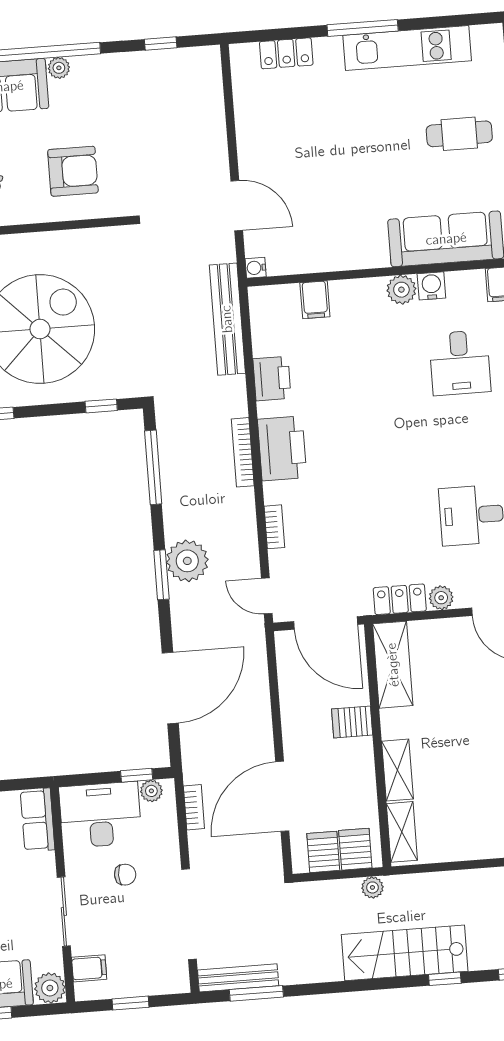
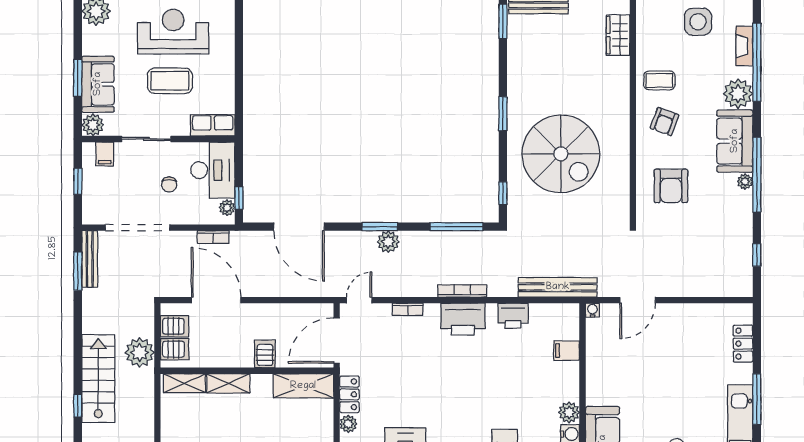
plant: (187, 561) -> (388, 242), width x0.73, depth x0.73
plant: (372, 887) -> (140, 352), width x1.88, depth x1.88

